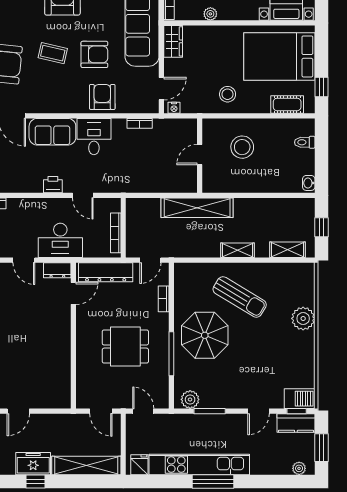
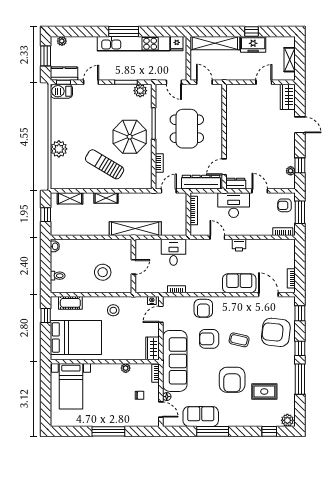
desk: (94, 137) -> (173, 252), moved, turned 180
dining table: (125, 347) -> (187, 129), width x1.38

